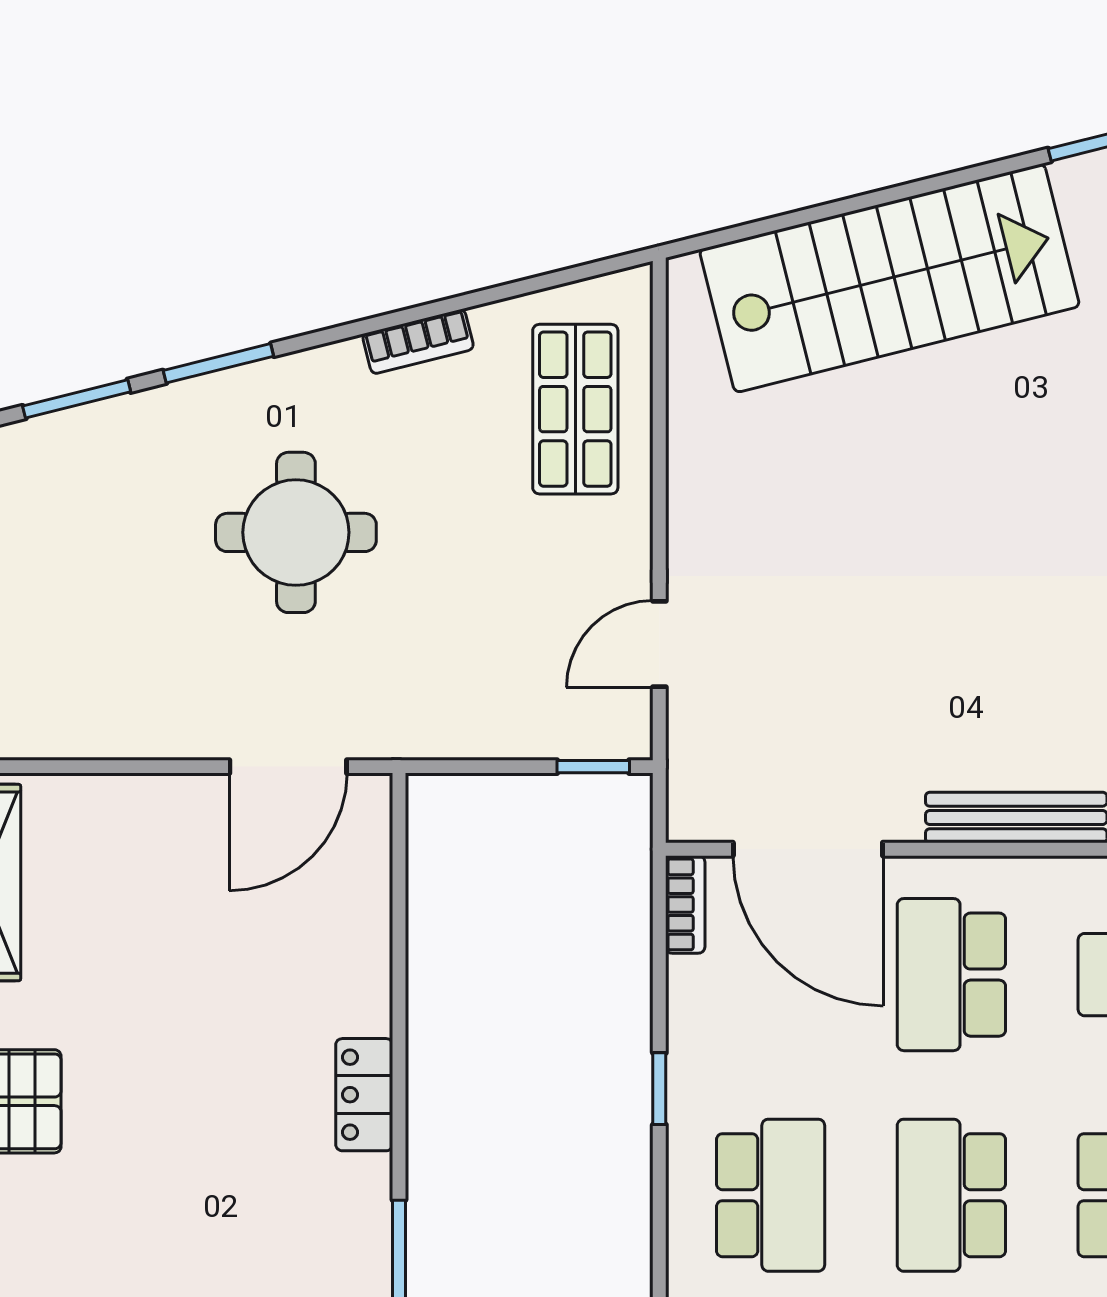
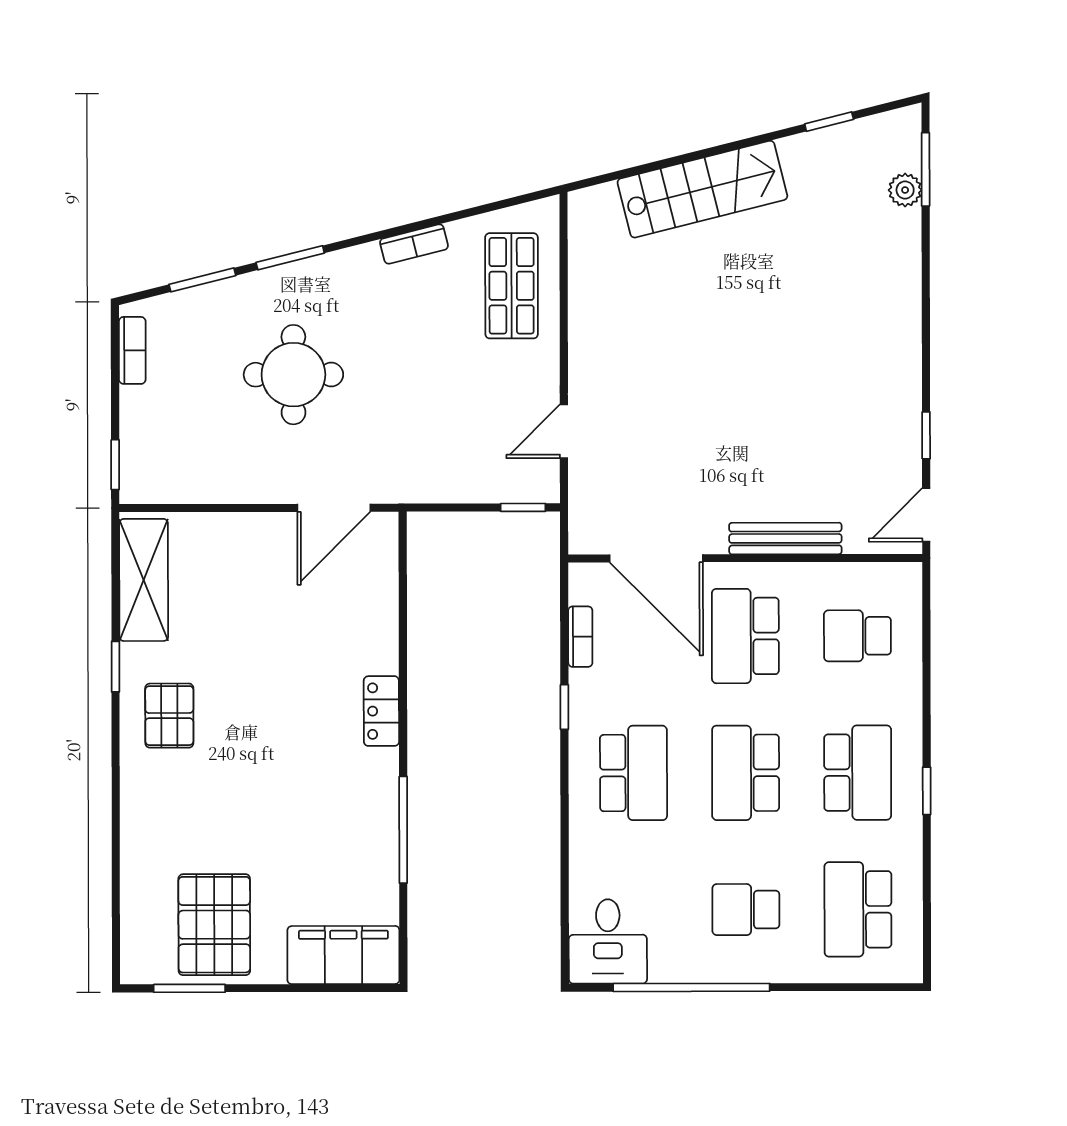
stairs: (889, 278) -> (702, 189), width x0.73, depth x0.66
round table: (296, 532) -> (293, 375), moved
bookcase: (685, 904) -> (580, 637), moved

